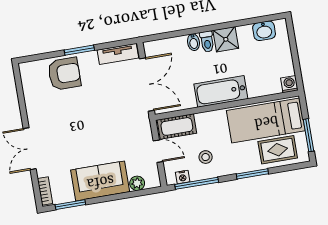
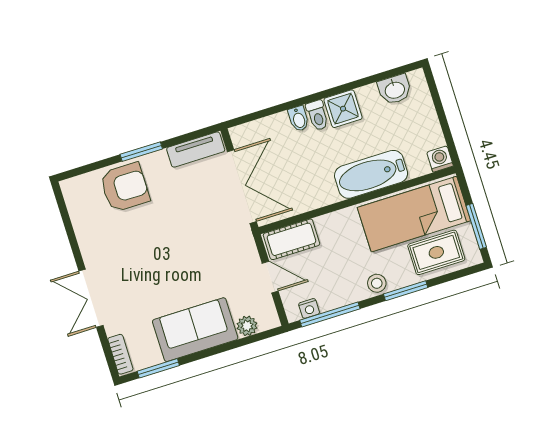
bathtub: (221, 91) -> (371, 174), moved
stool: (206, 157) -> (377, 283), moved

